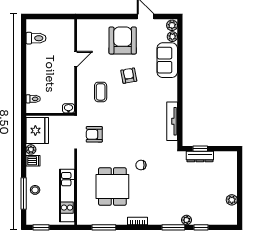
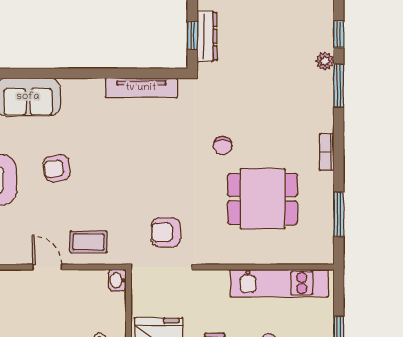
door: (76, 59) -> (47, 267), moved
coffee table: (101, 92) -> (89, 242), moved
armchair: (94, 134) -> (166, 232), turned 90

